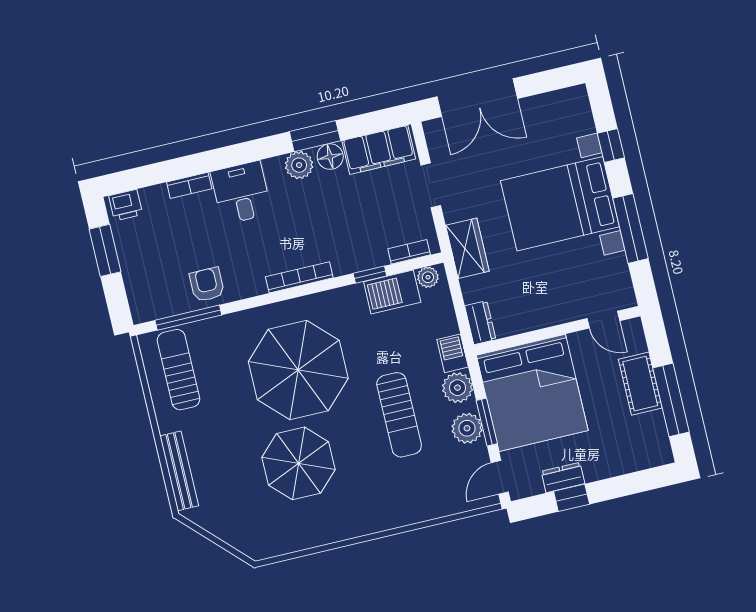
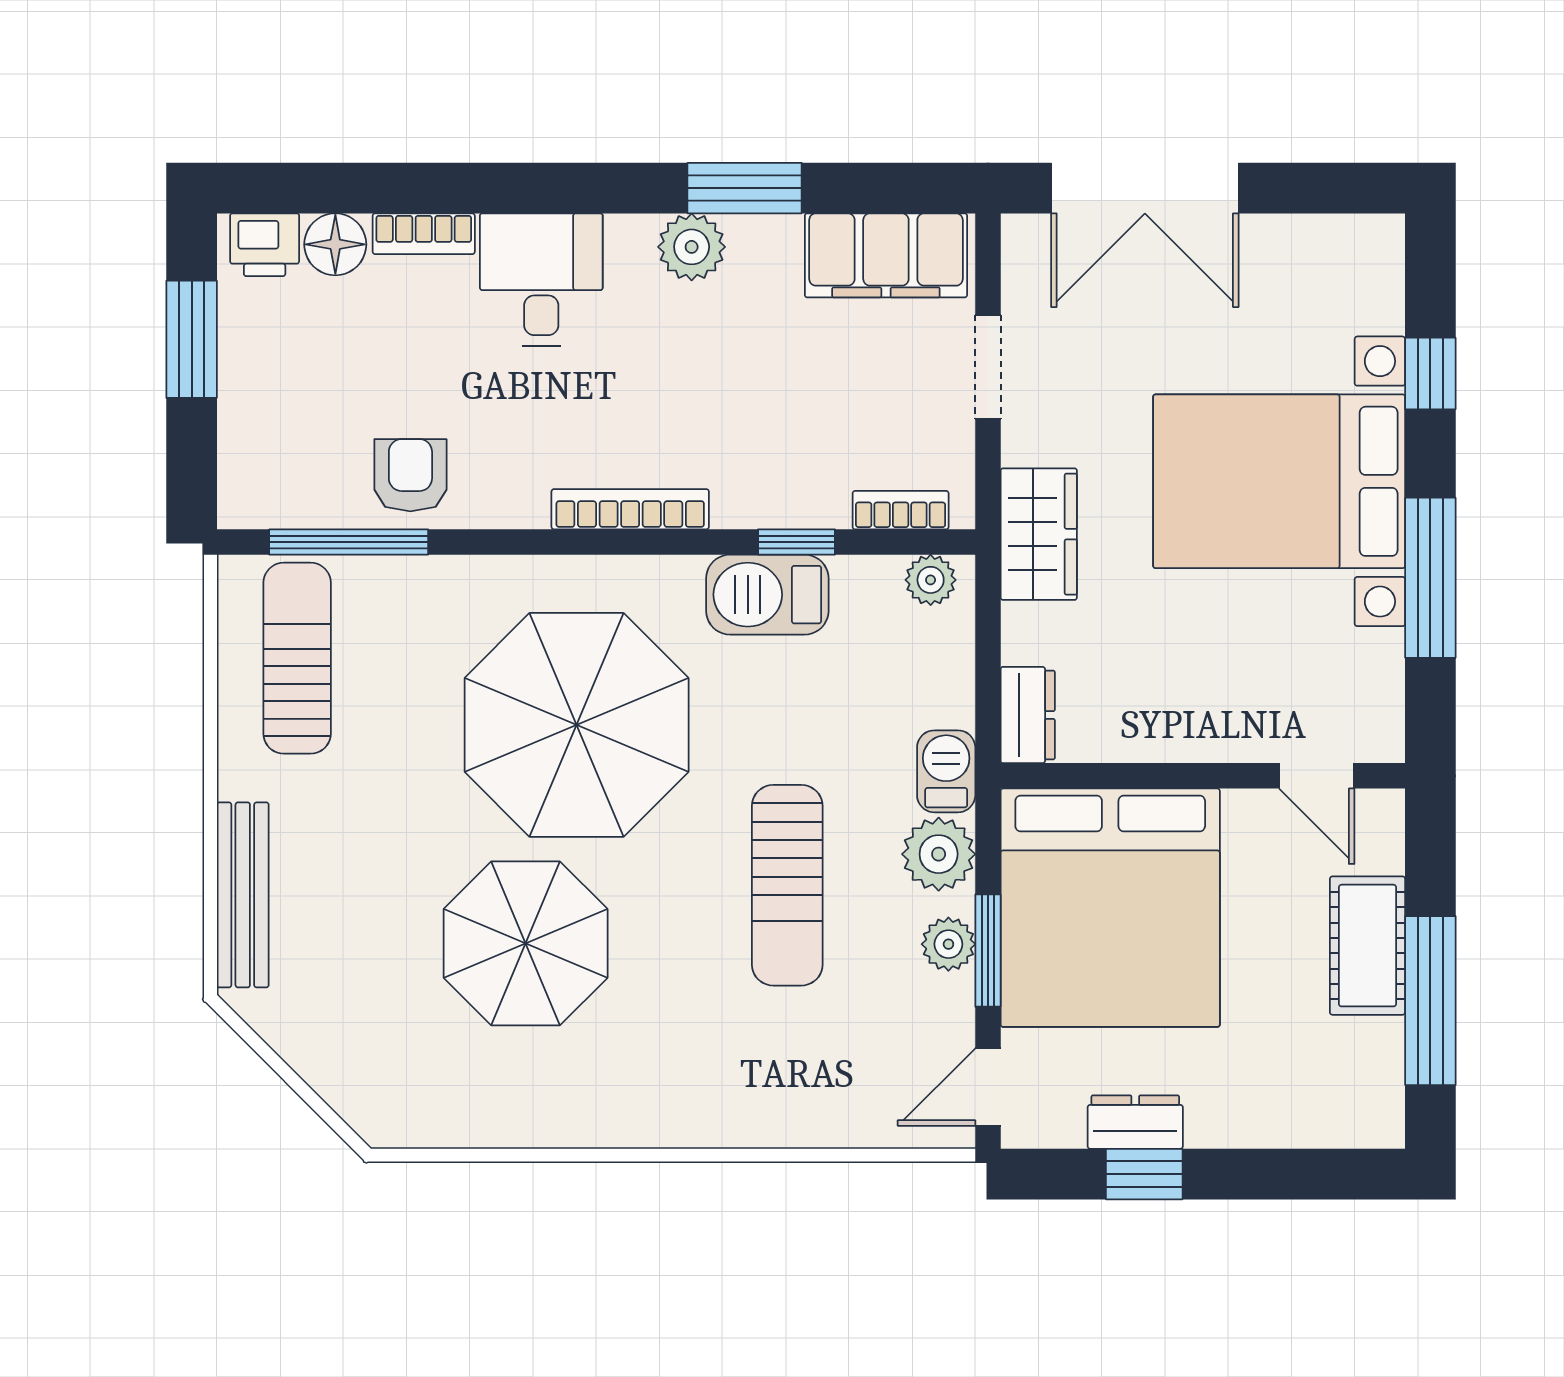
floor lamp: (330, 157) -> (335, 244), moved
barbecue: (392, 292) -> (767, 595), moved
plant: (467, 428) -> (948, 944), width x0.73, depth x0.73

